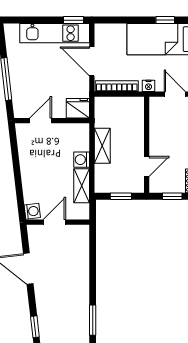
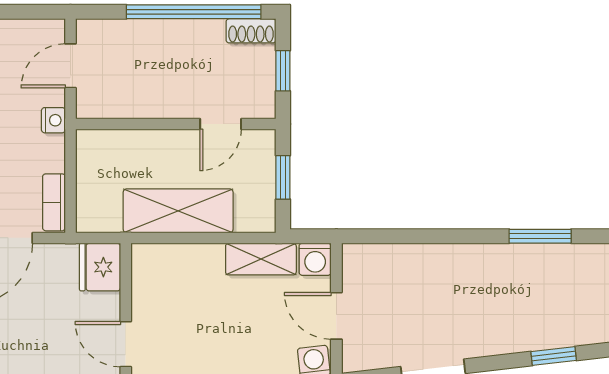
bookcase: (117, 86) -> (54, 202), width x0.64
shelving: (102, 146) -> (178, 211), width x1.50, depth x1.33
washing machine: (82, 160) -> (315, 259), moved
door: (147, 166) -> (221, 124), swing flipped

